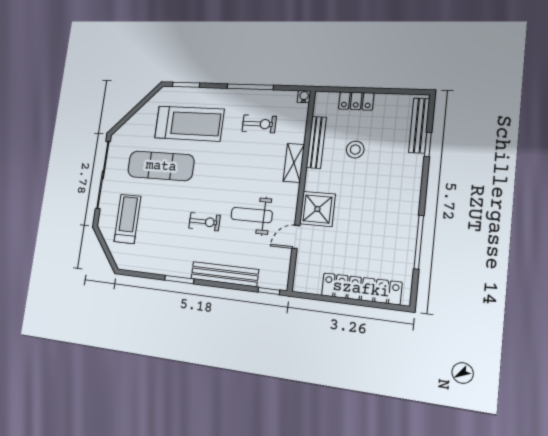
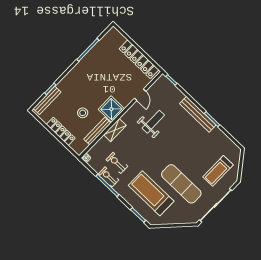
locker: (356, 101) -> (61, 131), width x1.53
shower: (317, 209) -> (111, 109), moved
weight bench: (252, 215) -> (153, 122), turned -90
exercise bike: (205, 222) -> (109, 177), moved
door: (296, 237) -> (140, 95), hinge flipped
bench: (225, 274) -> (198, 114), moved
locker: (361, 289) -> (139, 59), moved

